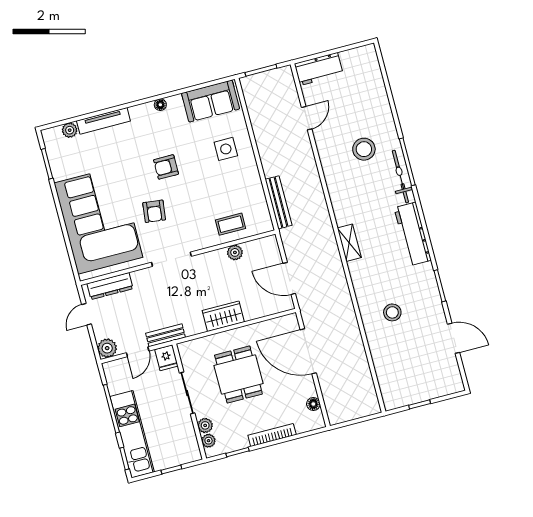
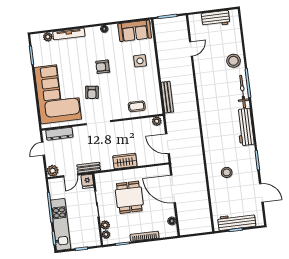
workbench: (319, 69) -> (216, 19), moved
stool: (364, 149) -> (233, 61), moved
shelving: (349, 243) -> (206, 127), removed
plant: (235, 252) -> (157, 121), moved
workbench: (420, 391) -> (237, 222), added

